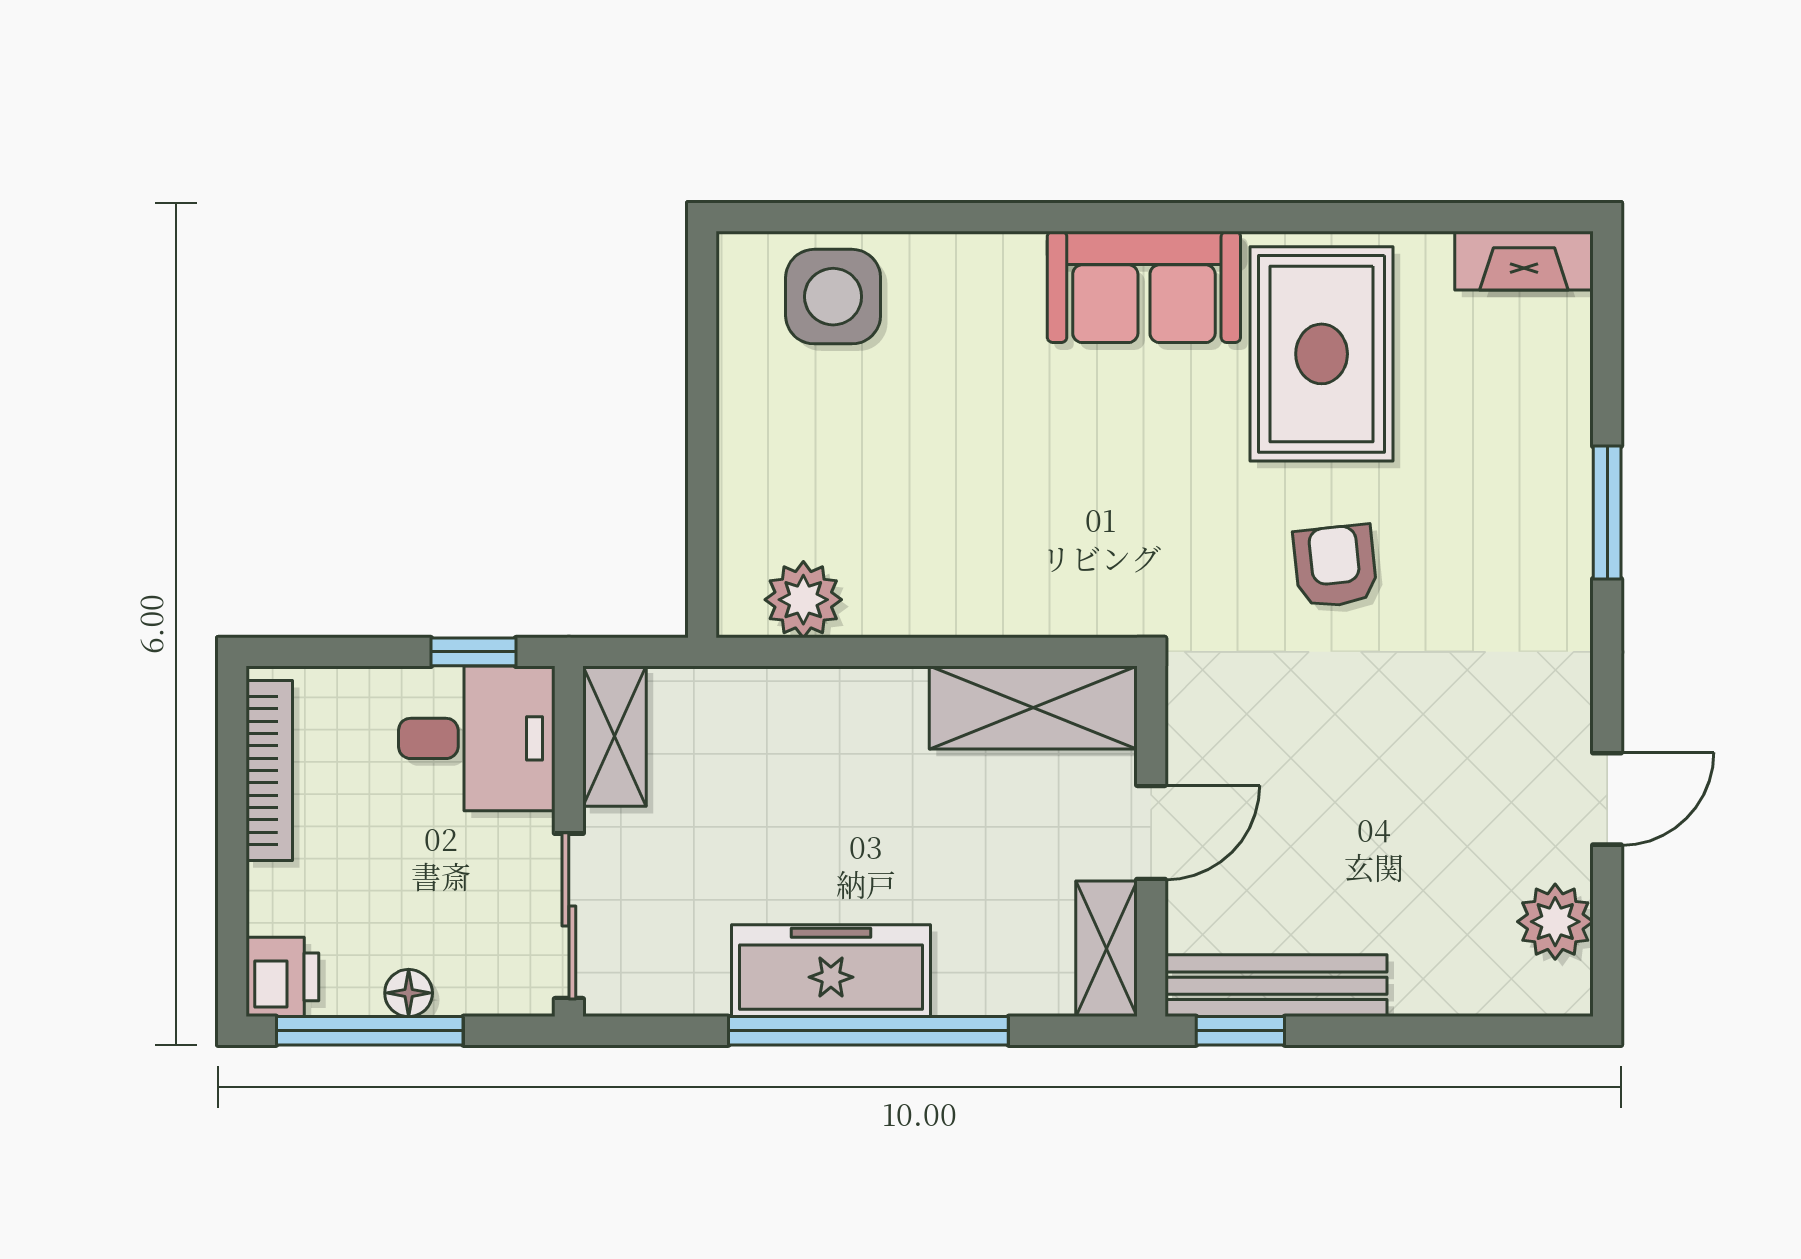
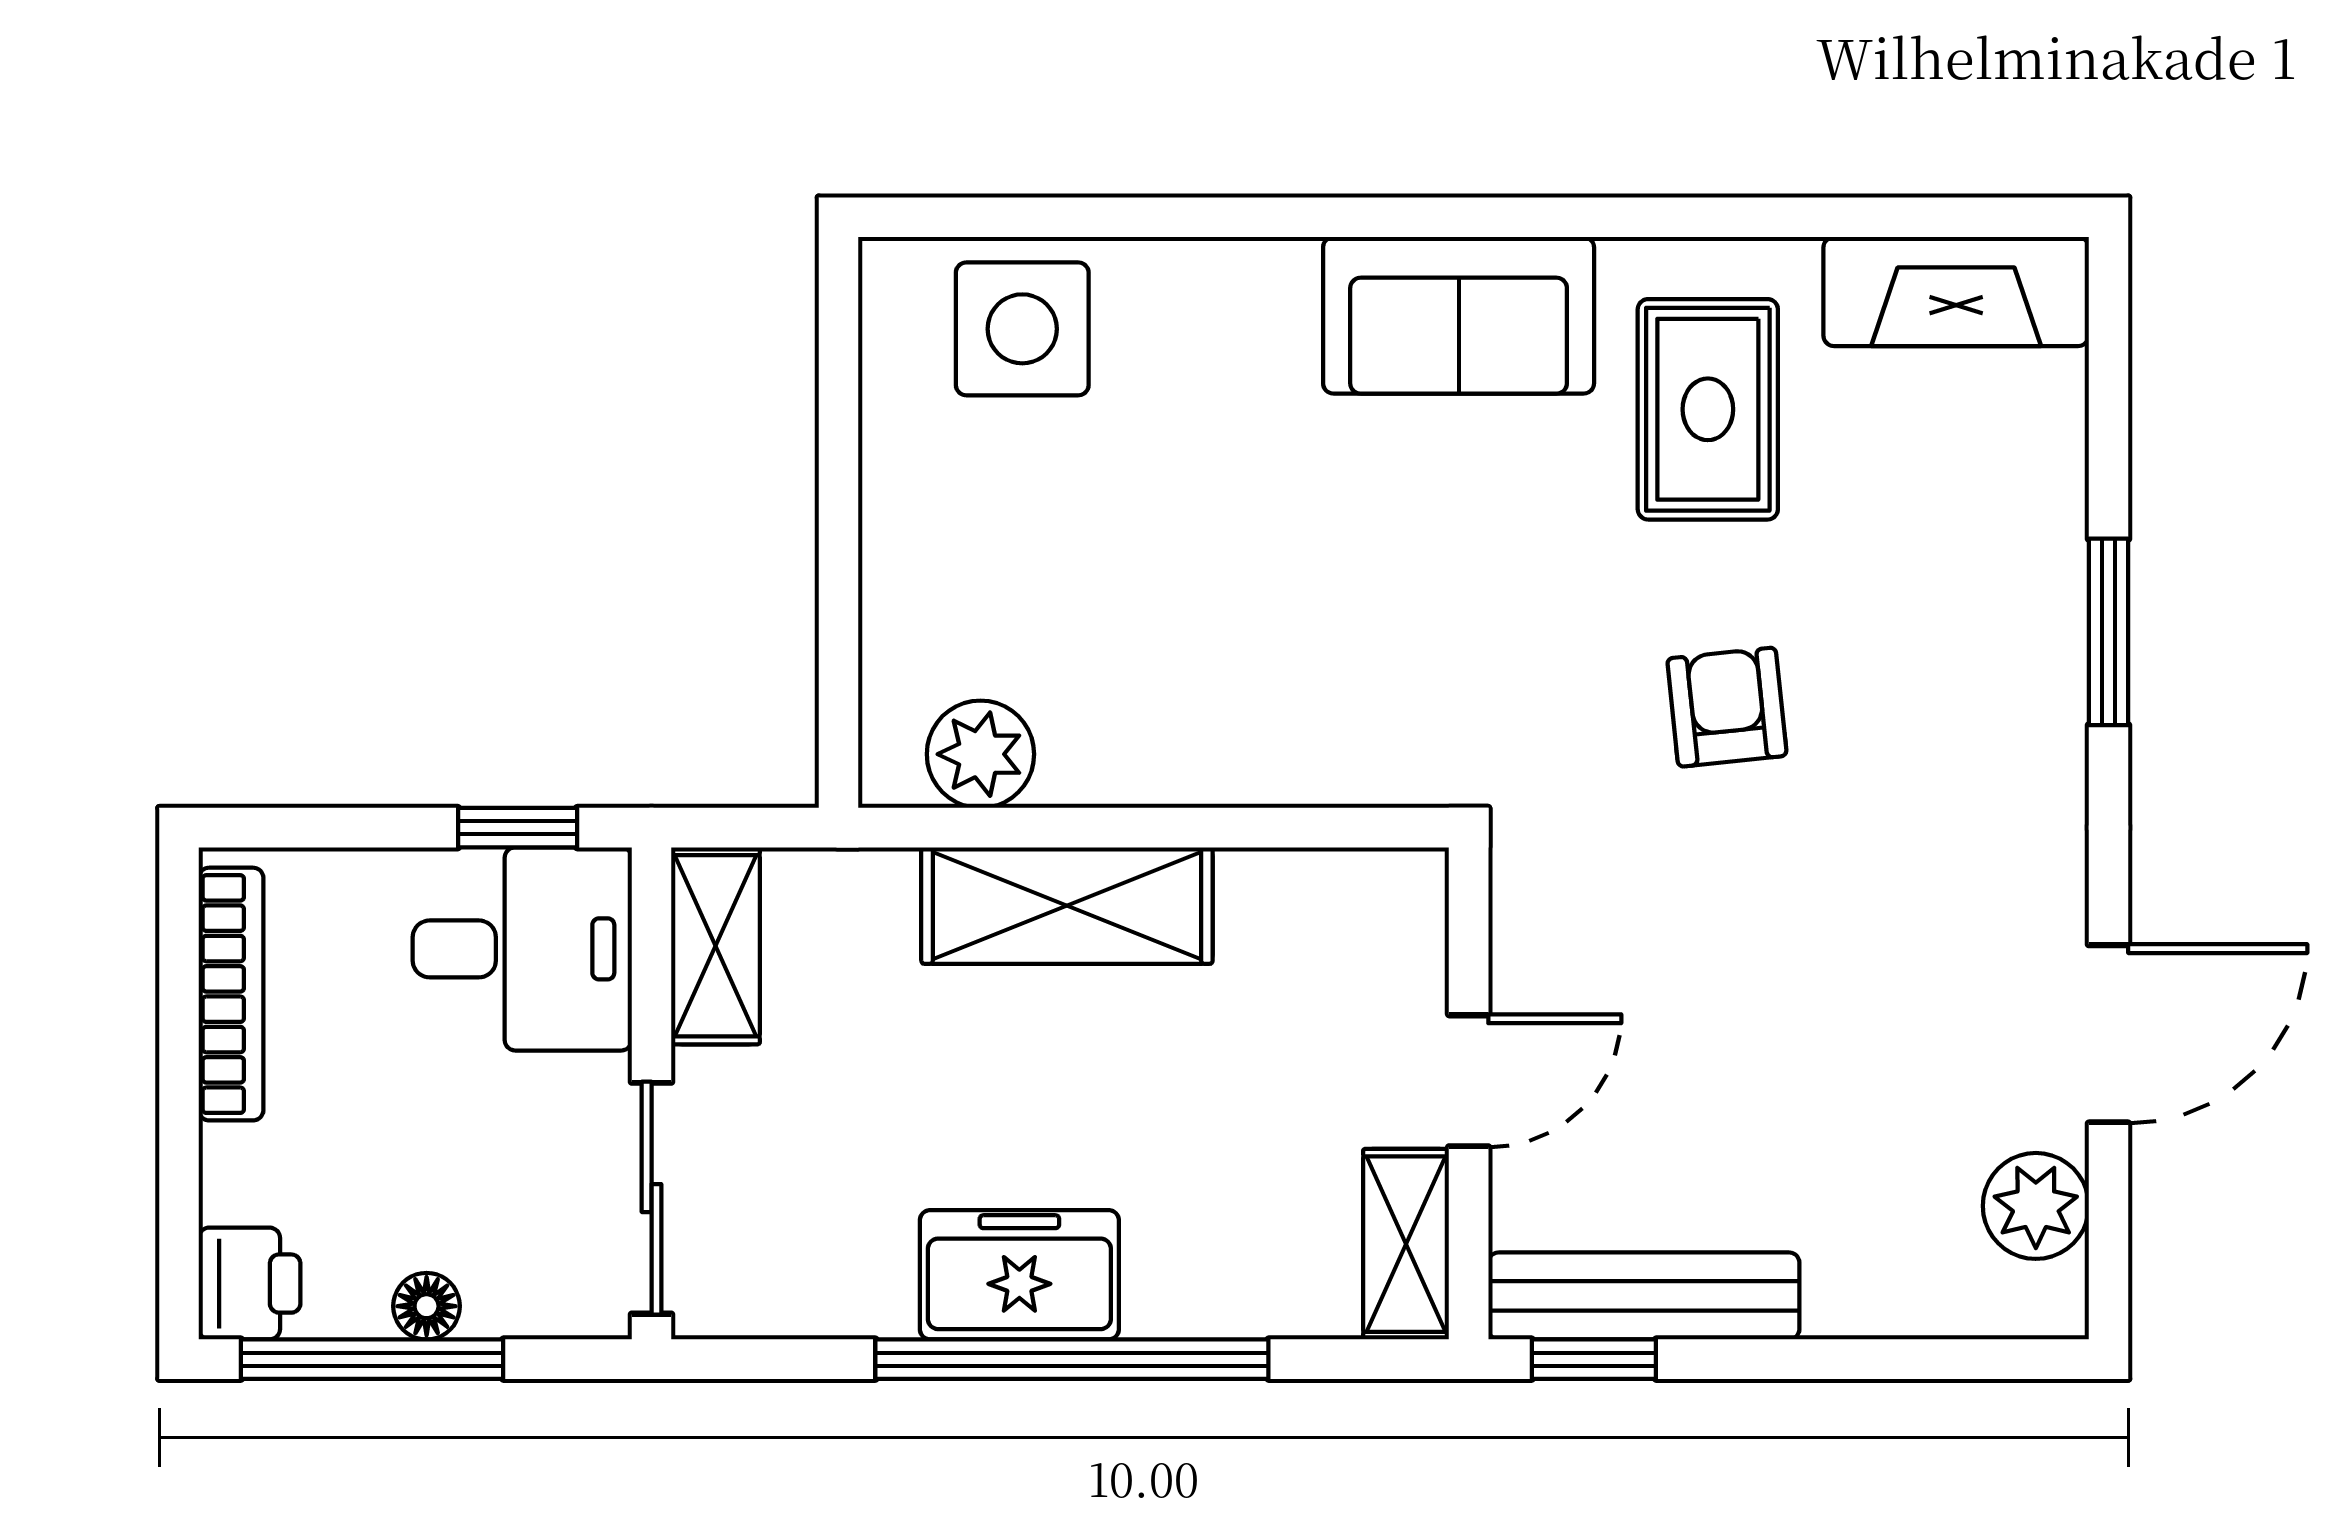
fireplace: (1524, 261) -> (1956, 292), width x1.37, depth x1.32
rug: (1322, 354) -> (1708, 409), width x0.73, depth x0.70
shelving: (1033, 708) -> (1067, 906), moved
door: (1607, 799) -> (2108, 1034), width x1.38
freezer: (831, 971) -> (1019, 1275), width x0.71

